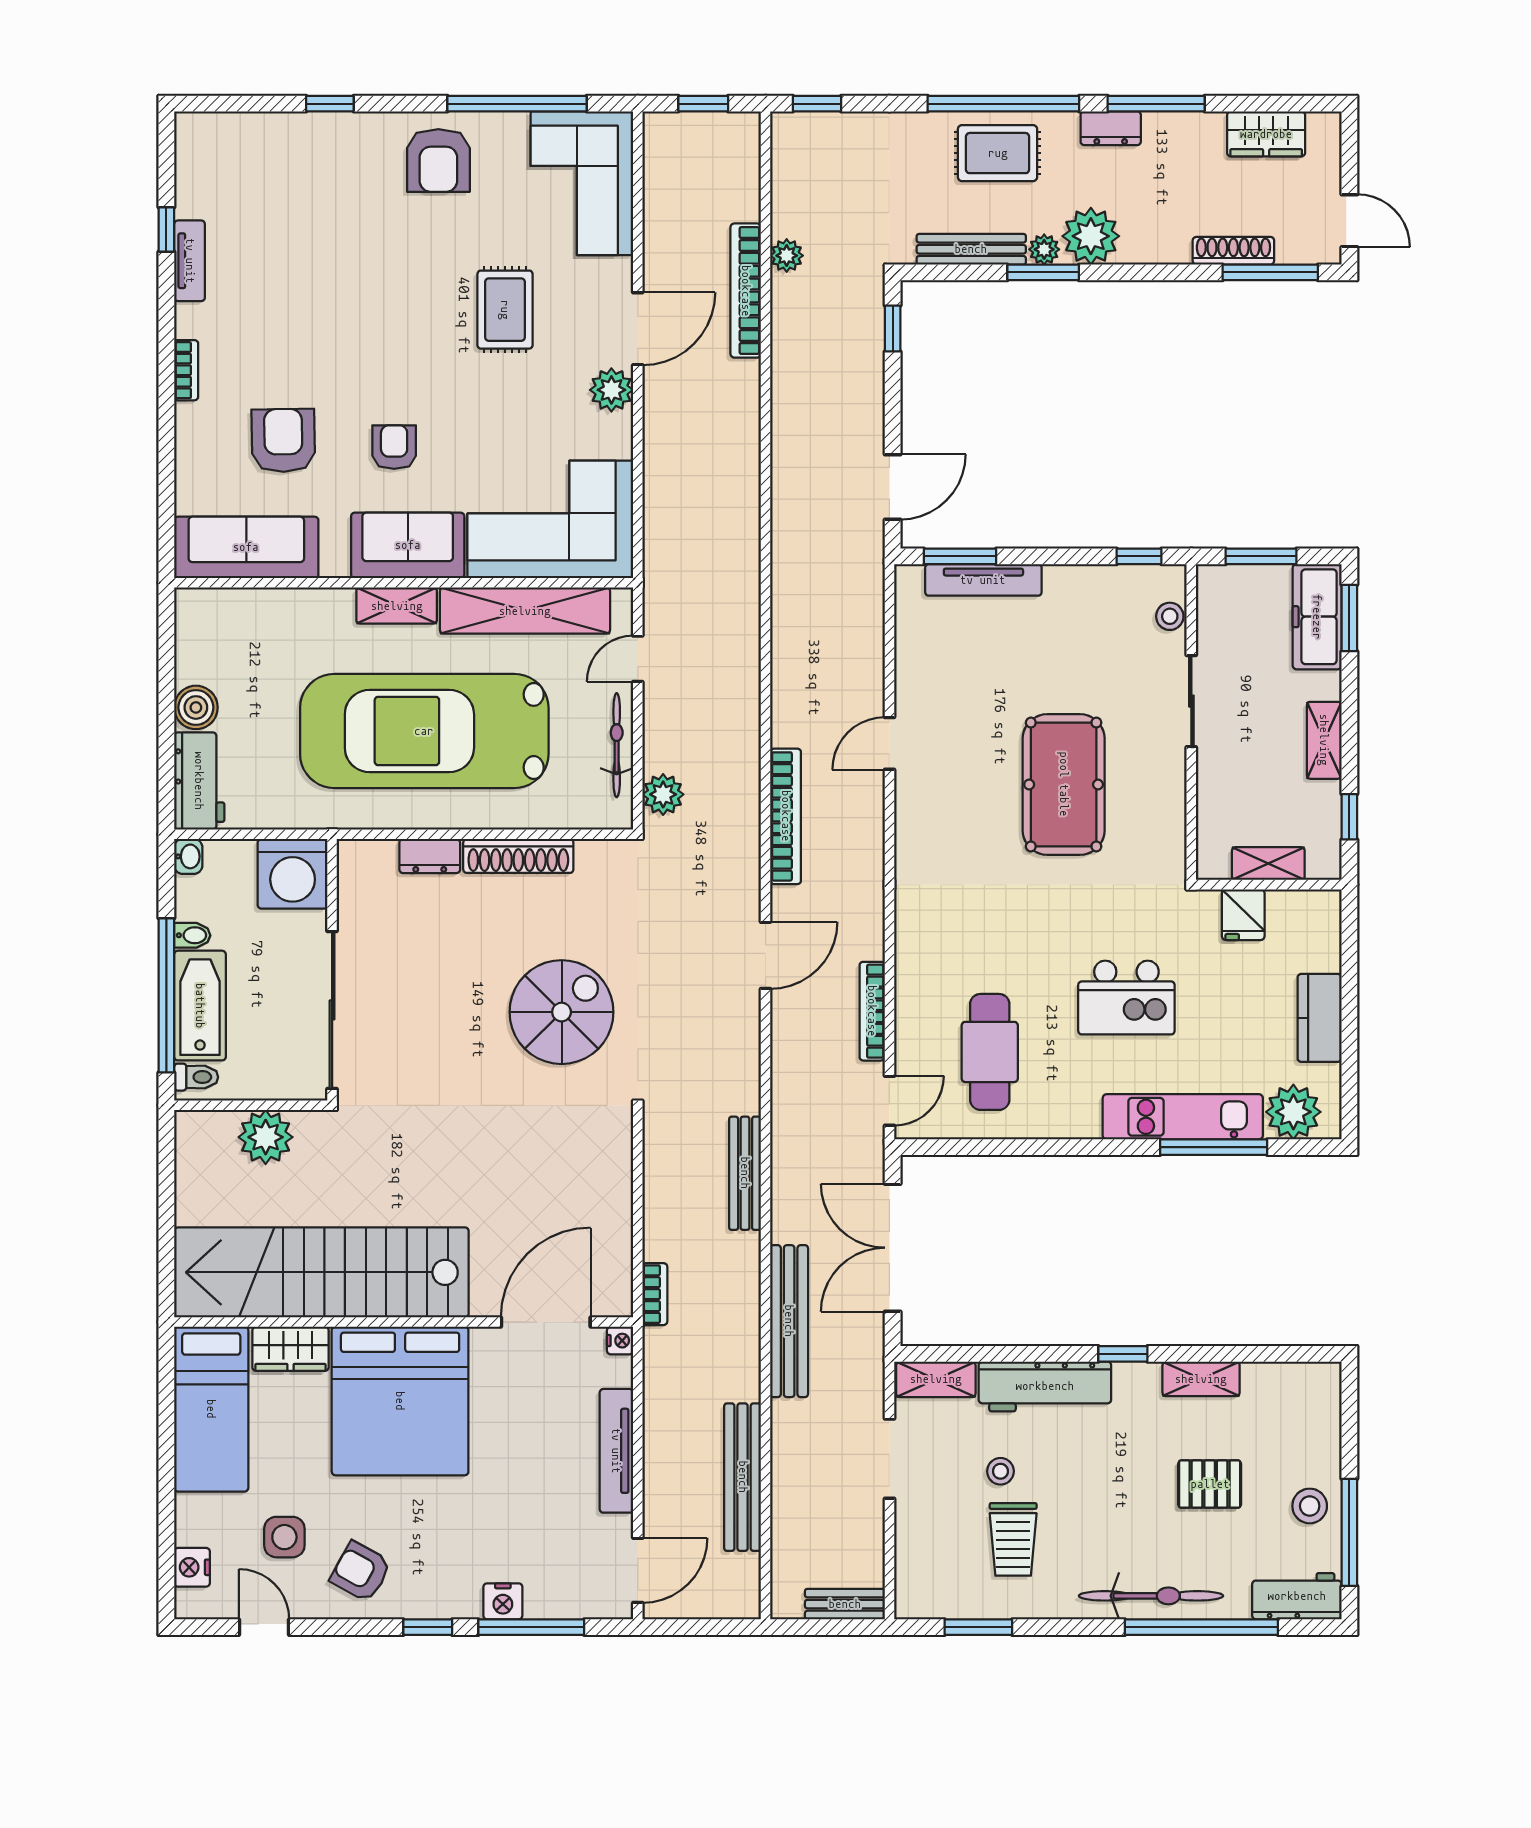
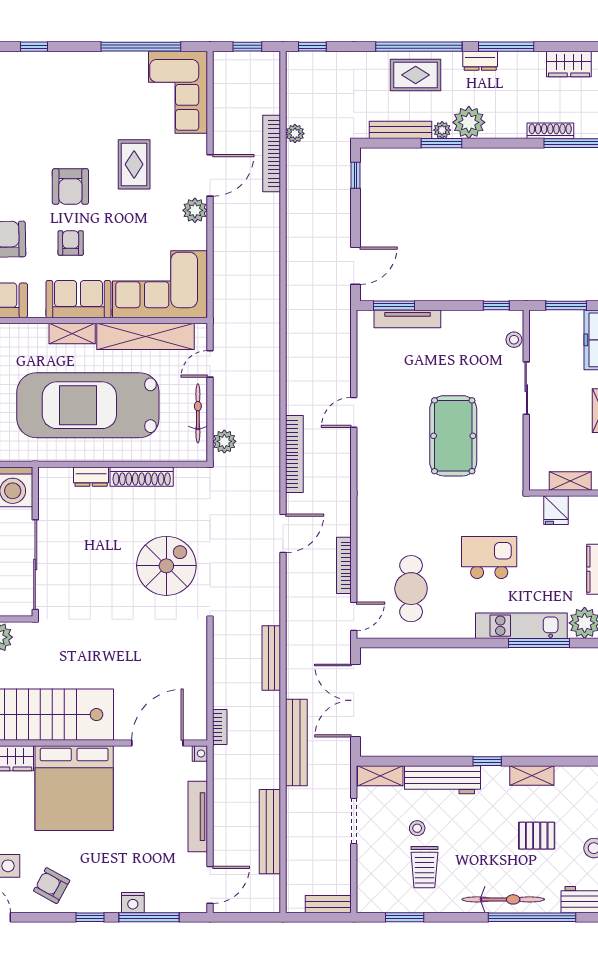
armchair: (438, 160) -> (70, 186), moved
kitchen island: (1126, 998) -> (489, 558), turned 180

